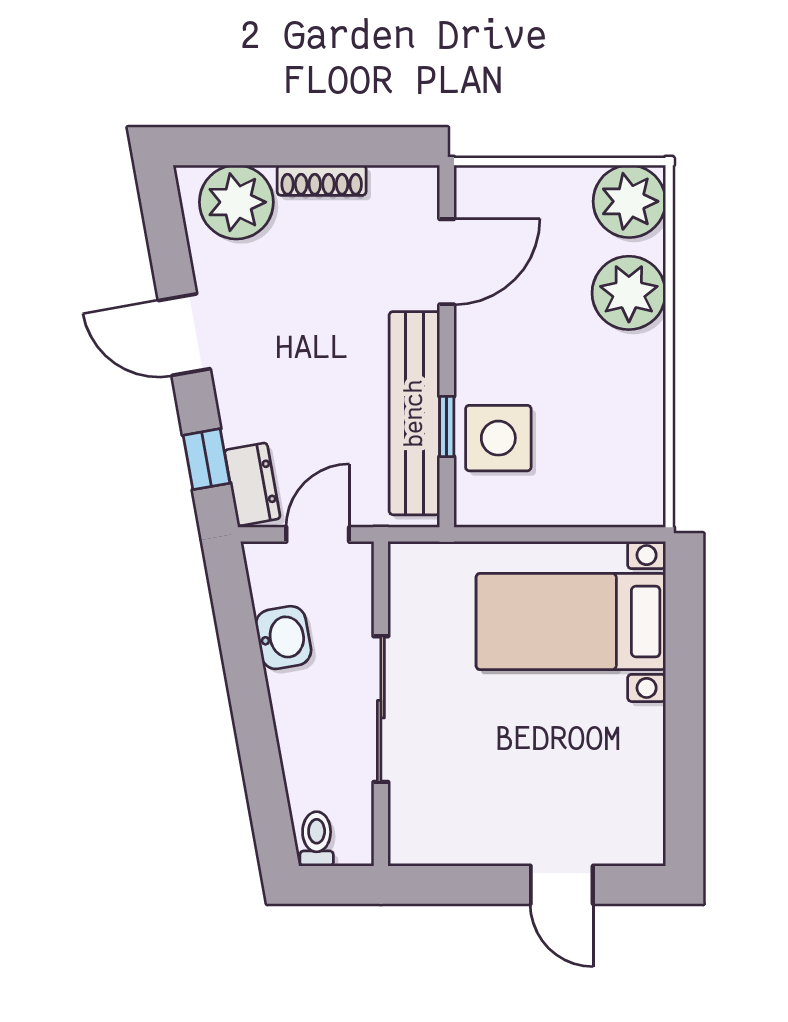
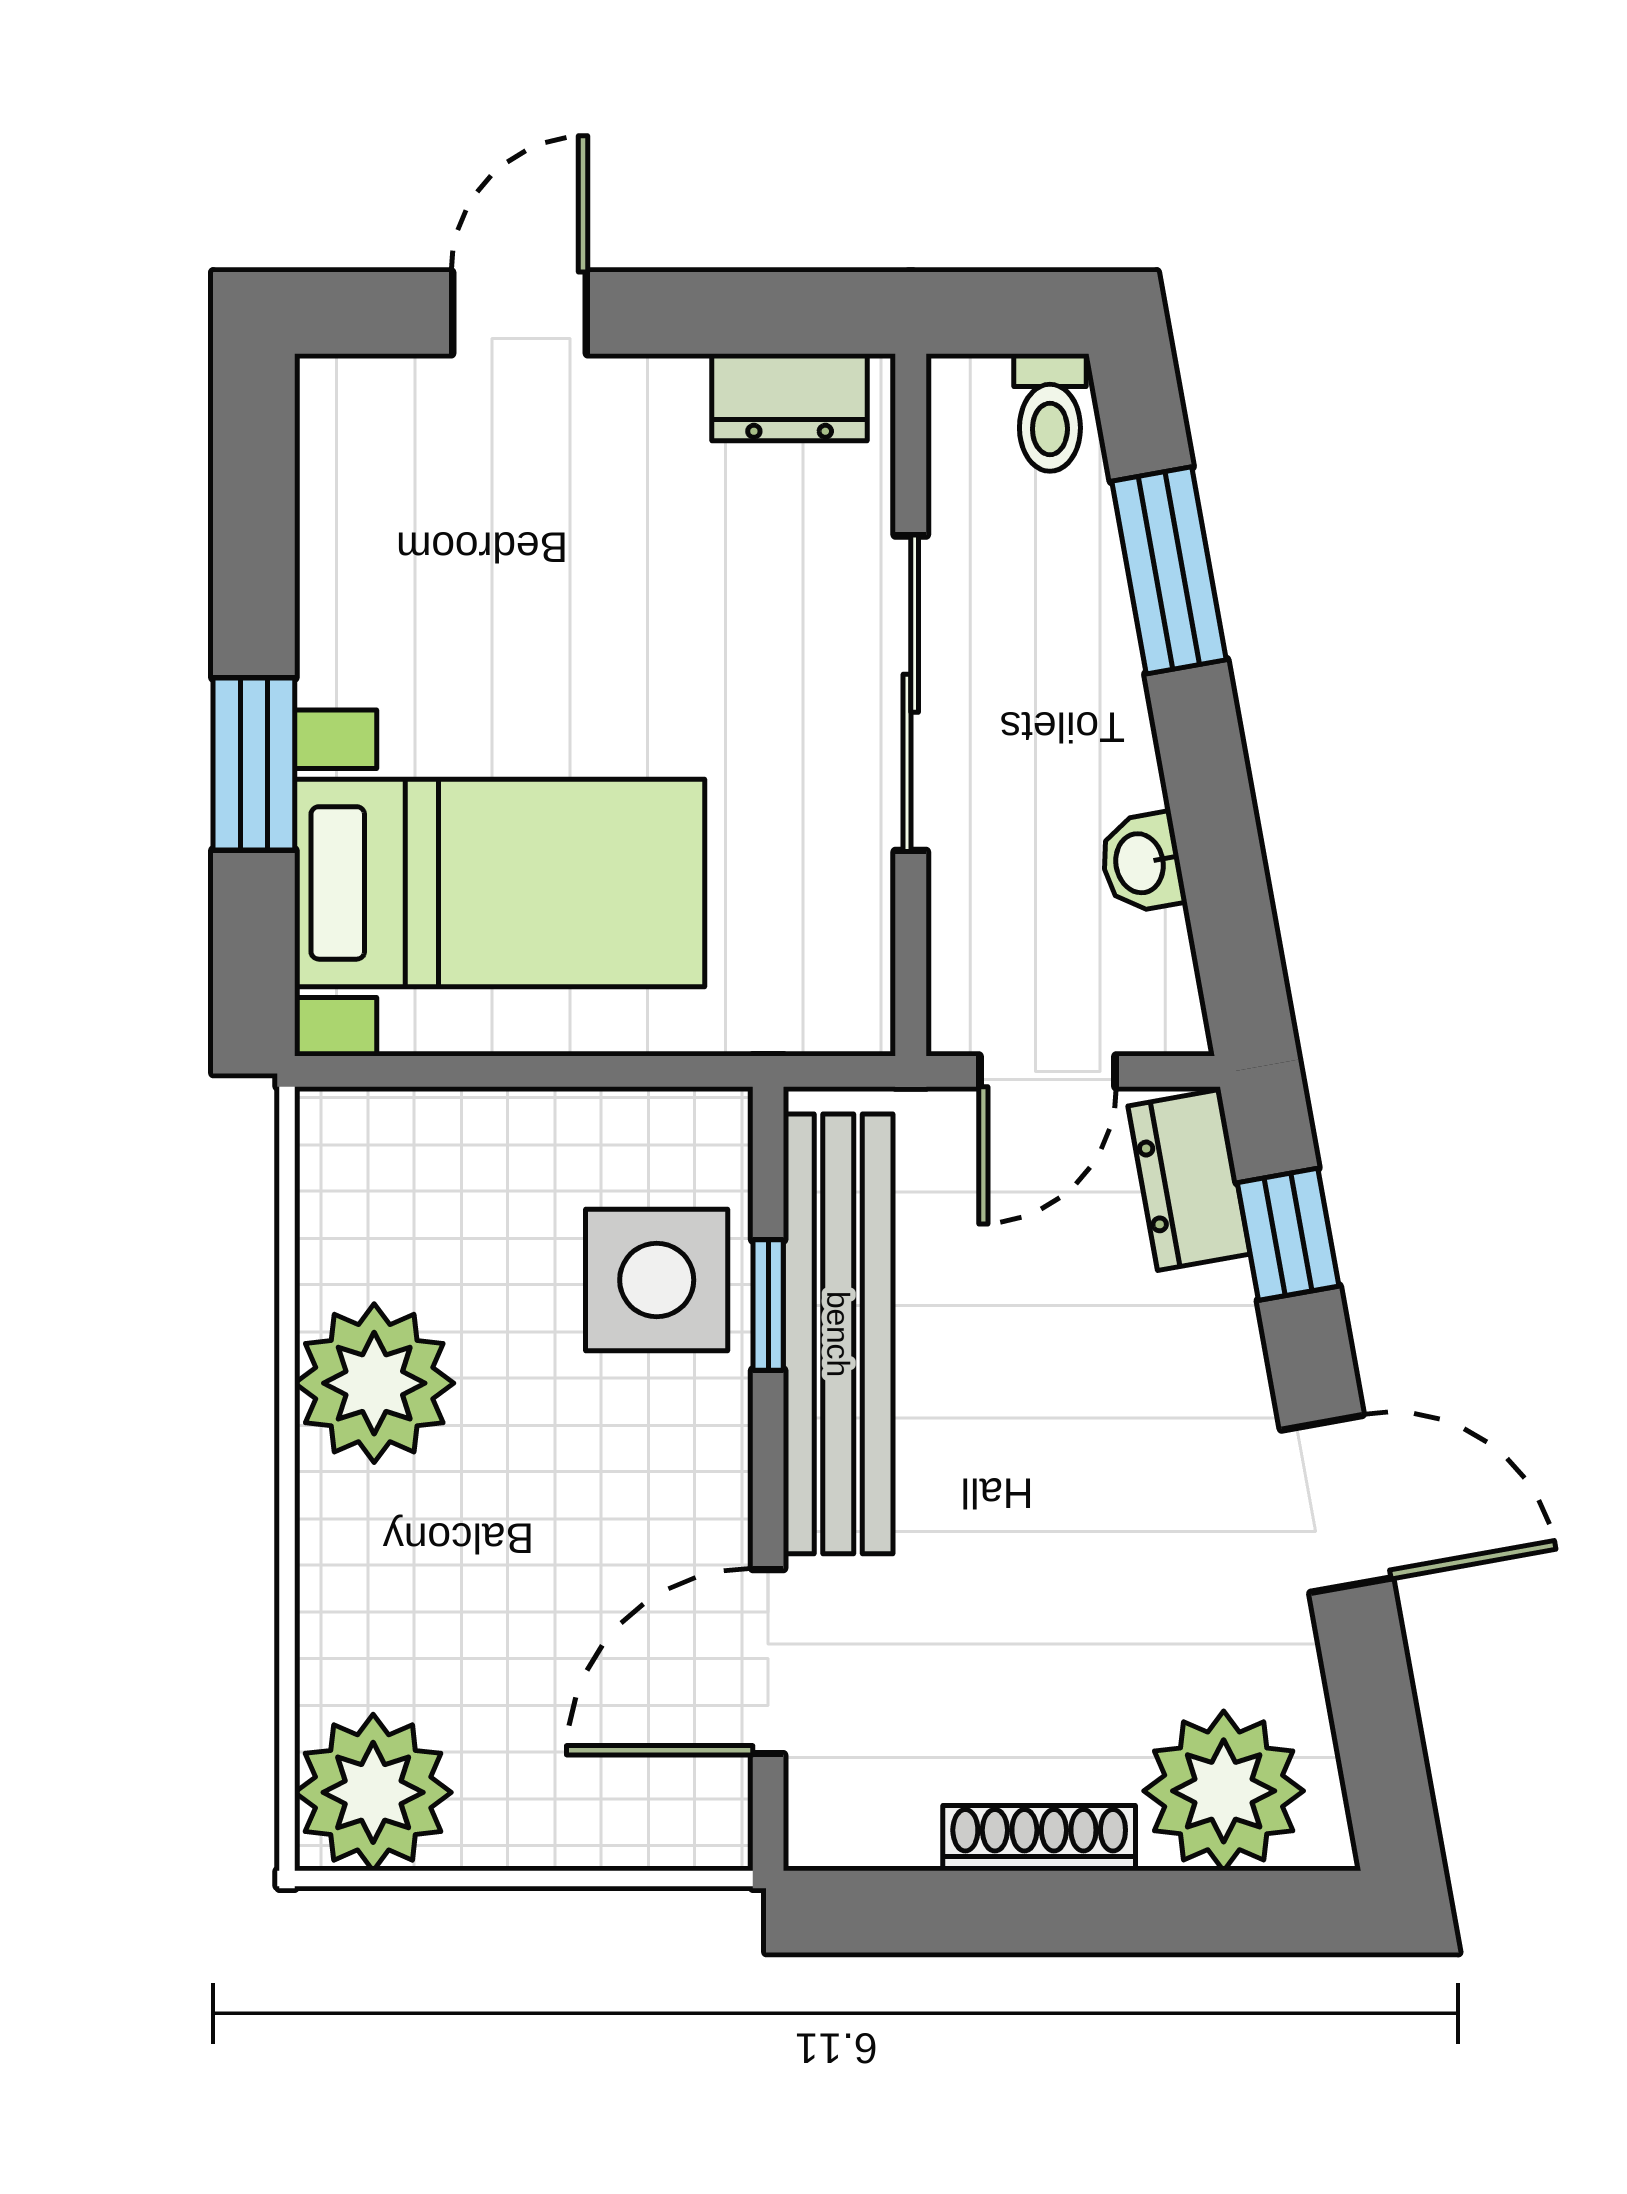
plant: (629, 293) -> (374, 1383), moved
washbasin: (283, 638) -> (1142, 863), width x0.72, depth x0.69
window: (684, 676) -> (254, 764), added
window: (262, 766) -> (1169, 570), added
dresser: (437, 846) -> (790, 397), added
door: (562, 885) -> (519, 313), hinge flipped

